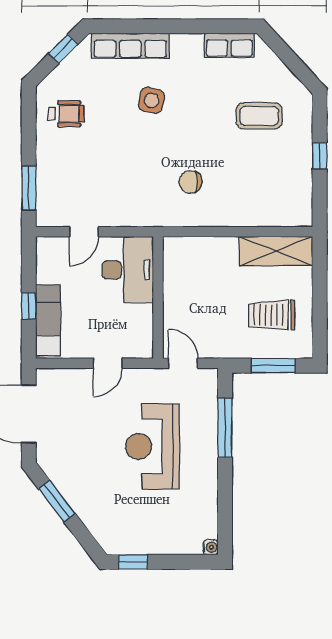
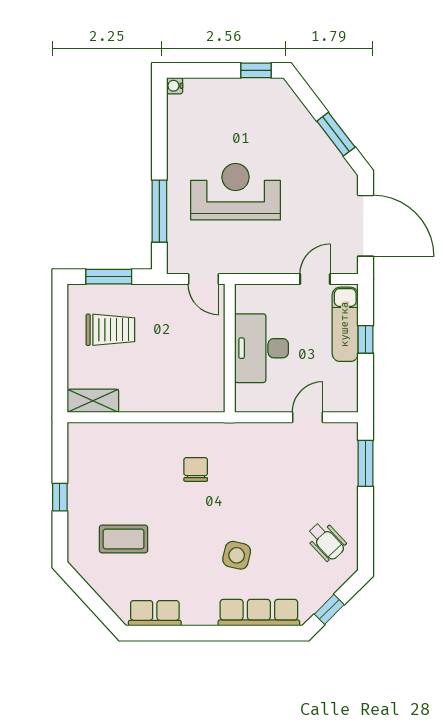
wheelchair: (66, 114) -> (326, 541), turned -133
chair: (190, 182) -> (196, 469), turned -90
shelving: (276, 251) -> (93, 401), width x0.67, depth x0.75
desk: (128, 270) -> (262, 348), moved
door: (108, 363) -> (315, 279), moved
reception desk: (152, 446) -> (236, 192), turned -90

